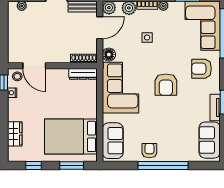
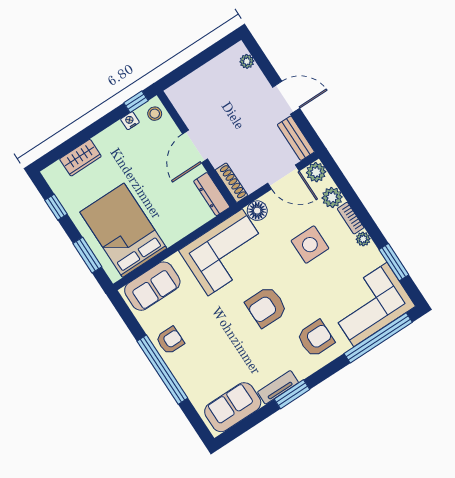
side table: (147, 38) -> (310, 245), width x1.87, depth x1.87
door: (34, 66) -> (195, 146), moved
armchair: (202, 69) -> (316, 338), turned 90

